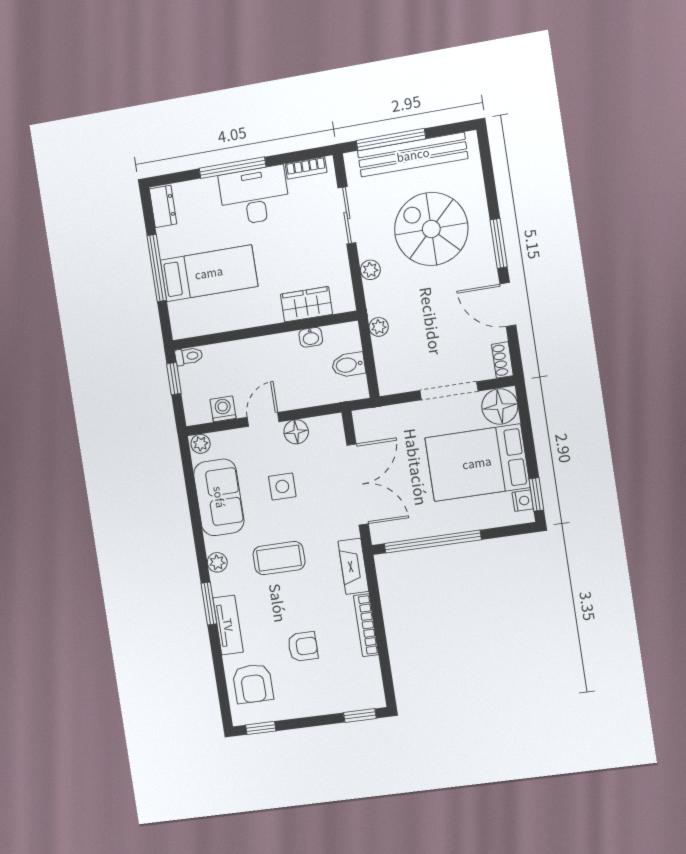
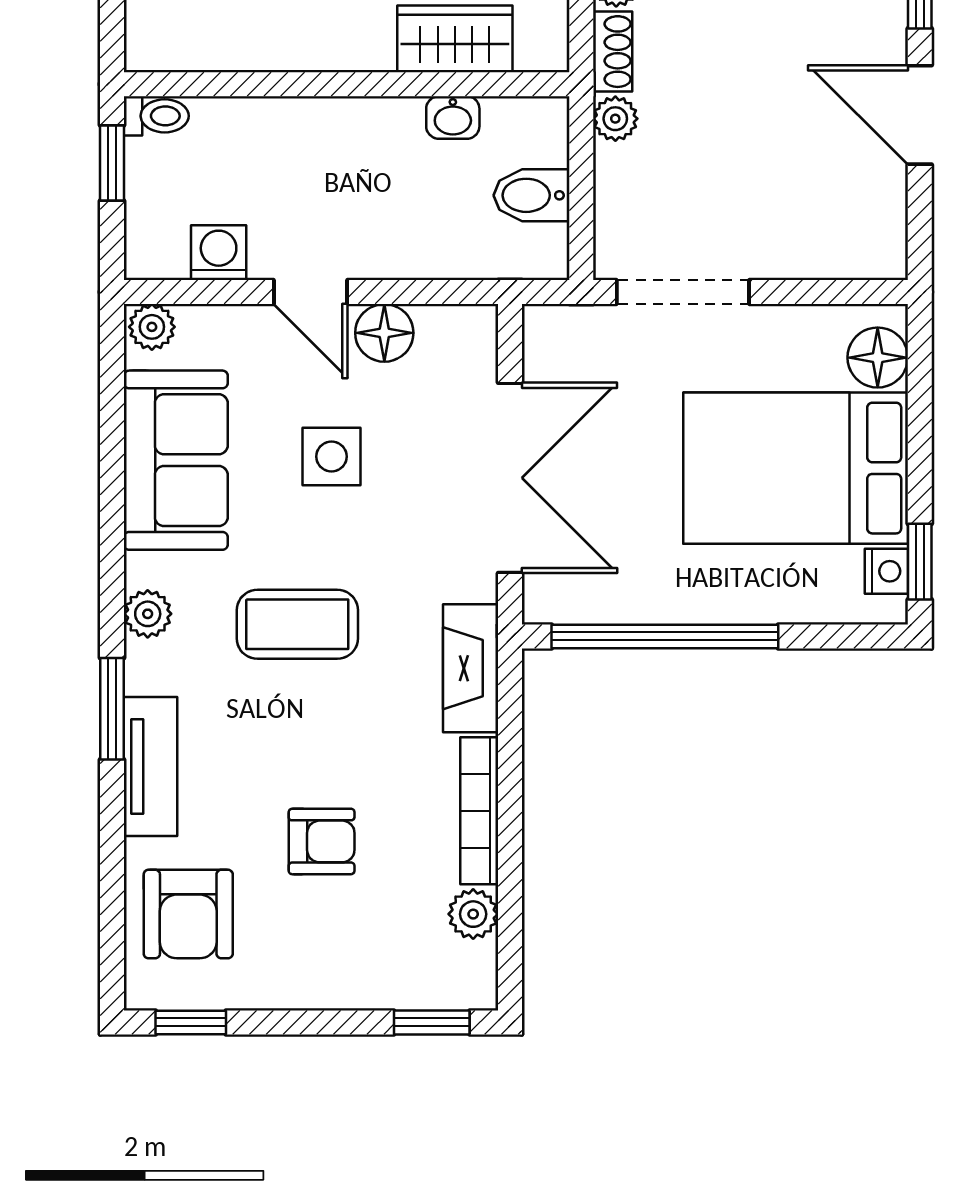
shoe rack: (502, 360) -> (613, 52), moved, turned 180
doorway: (449, 391) -> (683, 292), moved
floor lamp: (500, 407) -> (878, 358), width x0.73, depth x0.73
door: (263, 419) -> (310, 292), swing flipped
plant: (370, 668) -> (473, 914), added

